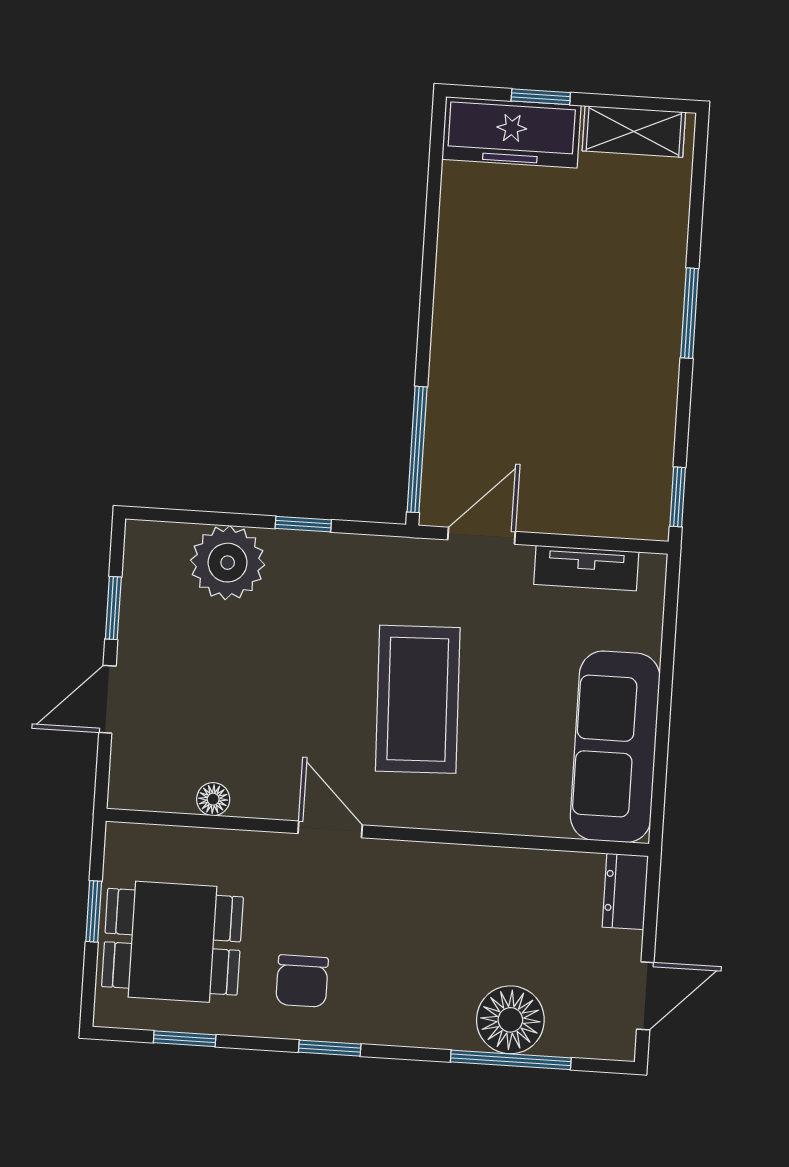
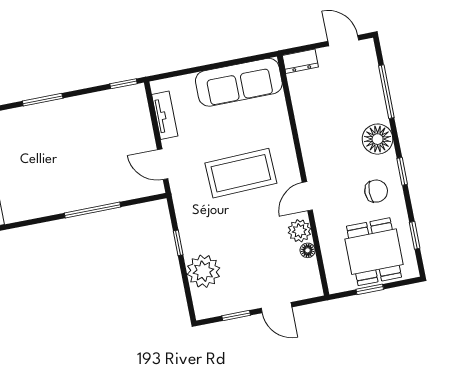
window: (417, 449) -> (92, 210), moved
plant: (260, 793) -> (299, 231), added
floor lamp: (510, 1020) -> (378, 139), moved

